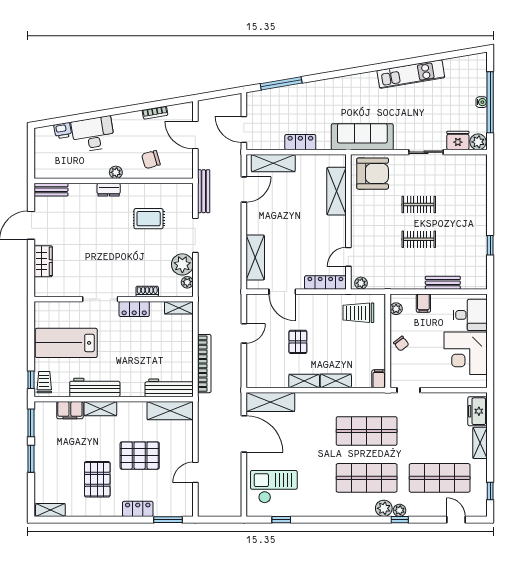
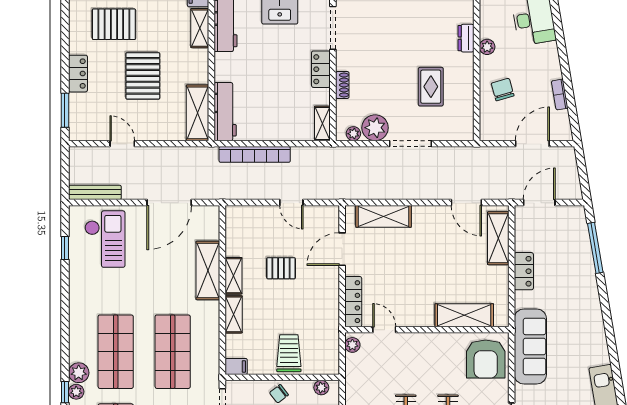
bench: (204, 191) -> (95, 192), moved
trolley: (358, 313) -> (289, 353), moved
shelving: (270, 402) -> (208, 270), moved

